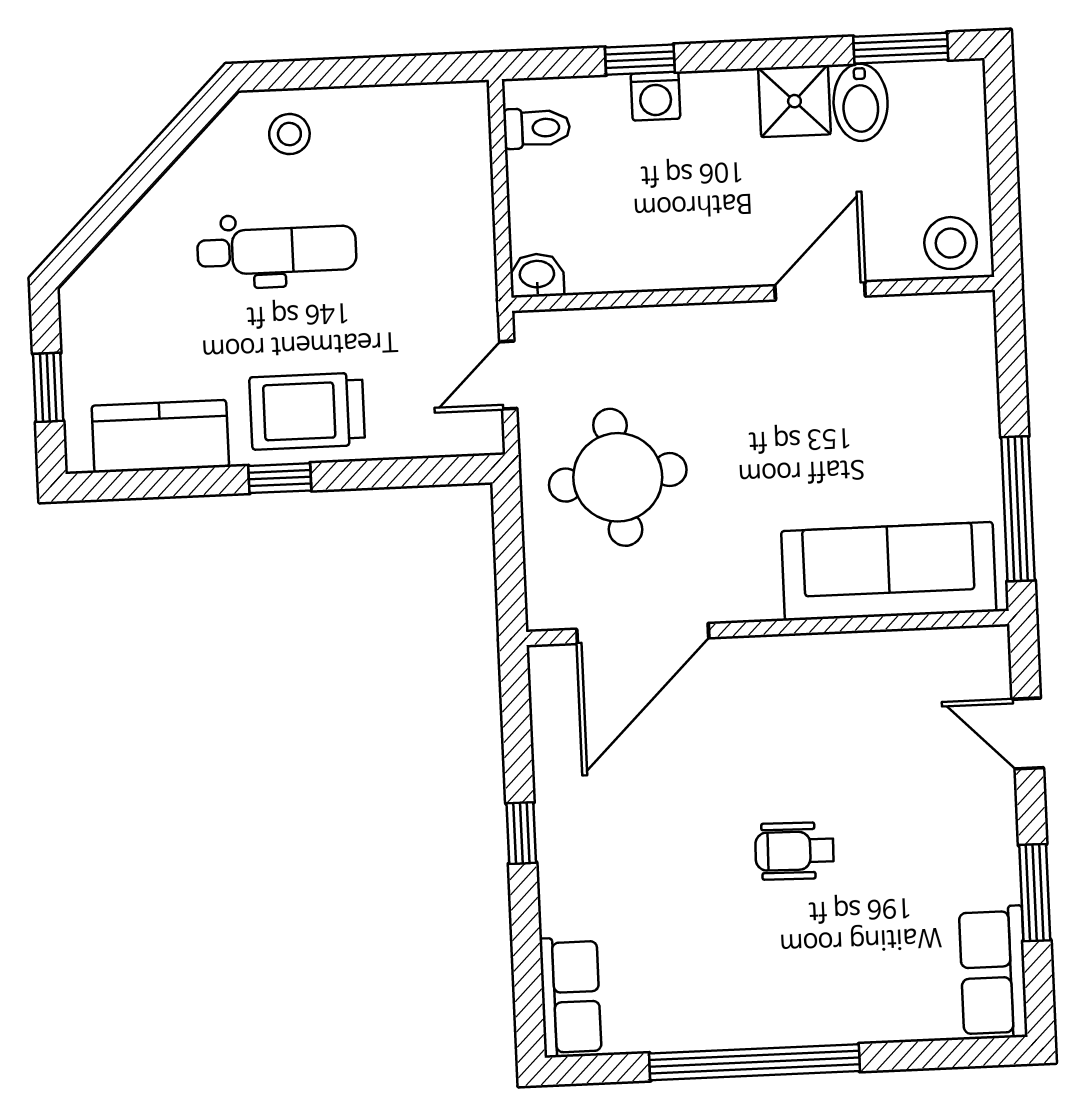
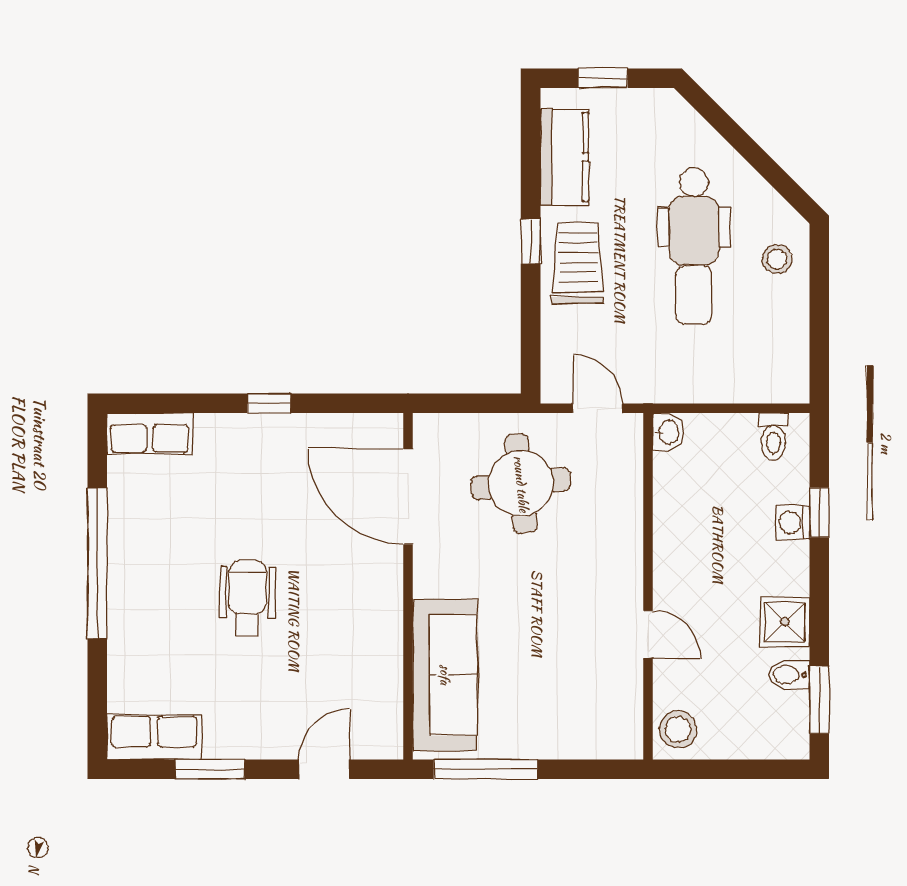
bidet: (861, 102) -> (789, 675), width x0.72, depth x0.74
dental chair: (277, 250) -> (694, 246), width x1.36, depth x1.38
door: (820, 291) -> (648, 634), width x0.73
wheelchair: (795, 851) -> (247, 599), width x1.36, depth x1.37

